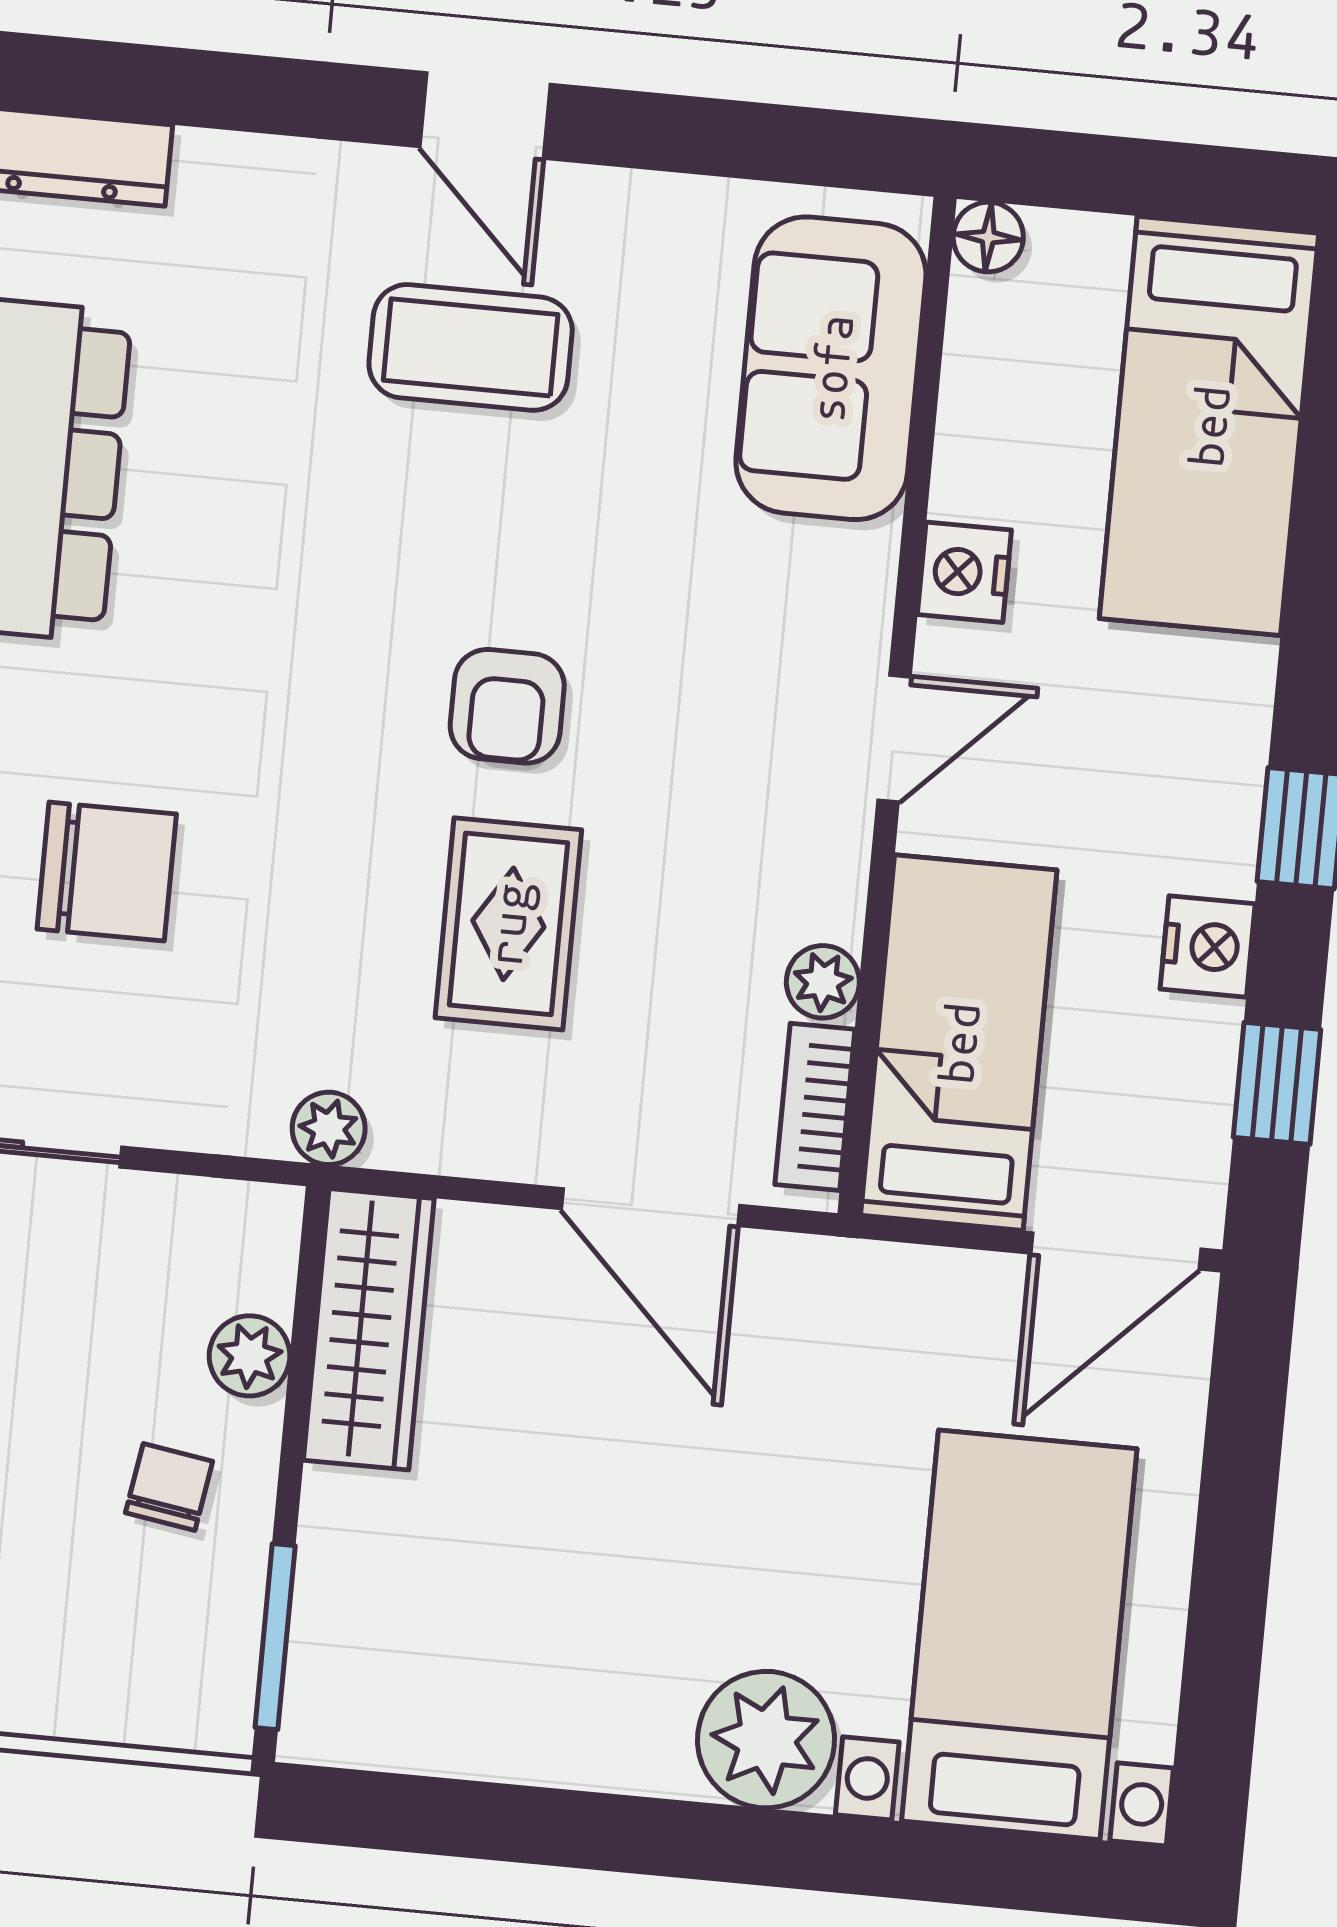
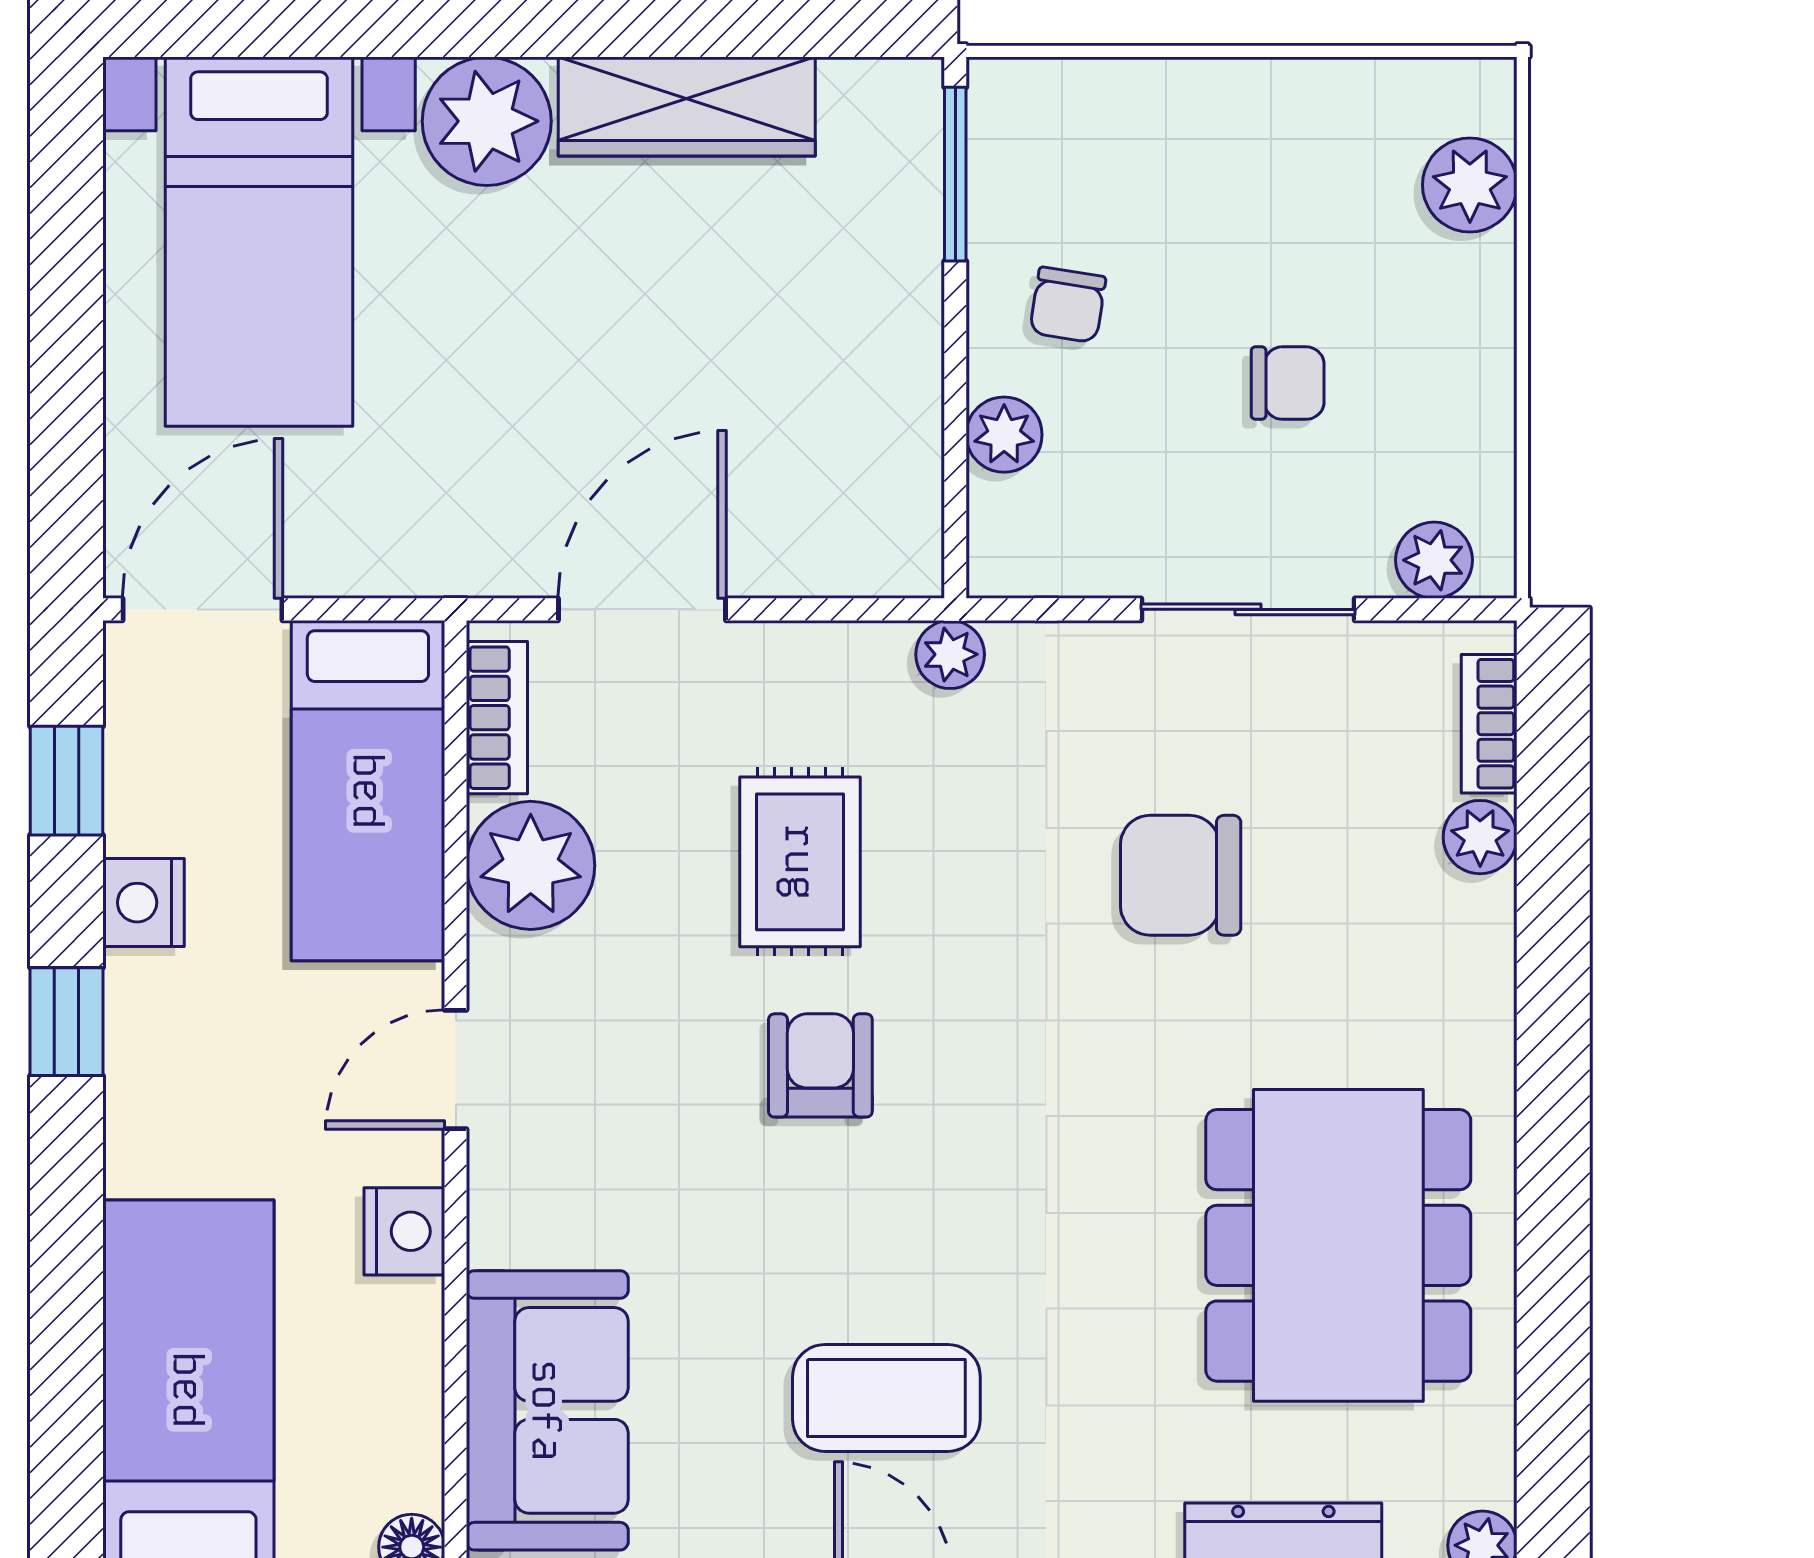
plant: (823, 982) -> (531, 865), width x1.87, depth x1.87
door: (650, 1207) -> (642, 609), hinge flipped
wardrobe: (369, 1329) -> (687, 107), moved, turned -90

